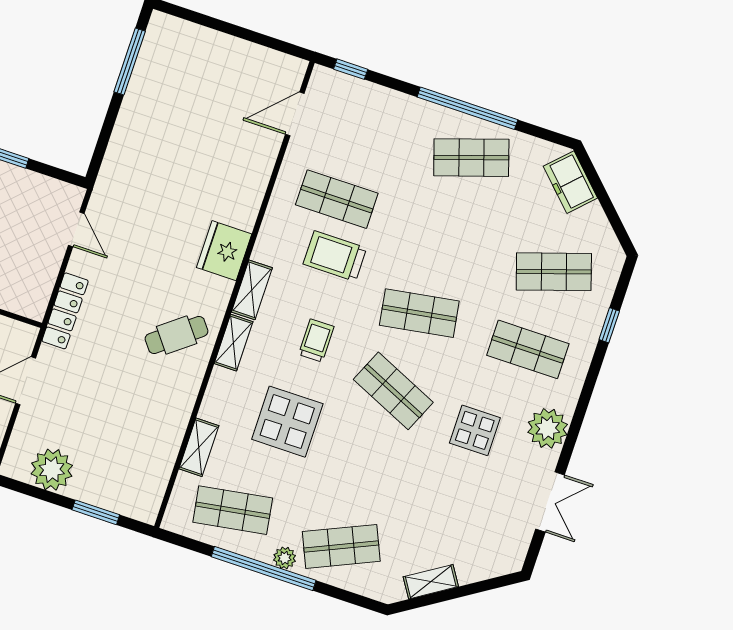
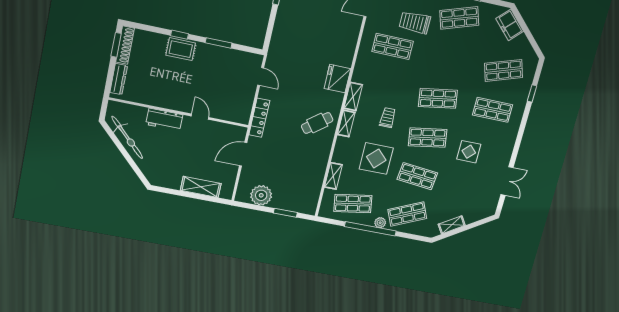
trolley: (335, 256) -> (415, 22), moved
shop shelf: (393, 391) -> (428, 138), turned -33
plant: (548, 428) -> (504, 146), removed
shop shelf: (367, 469) -> (417, 176), added

